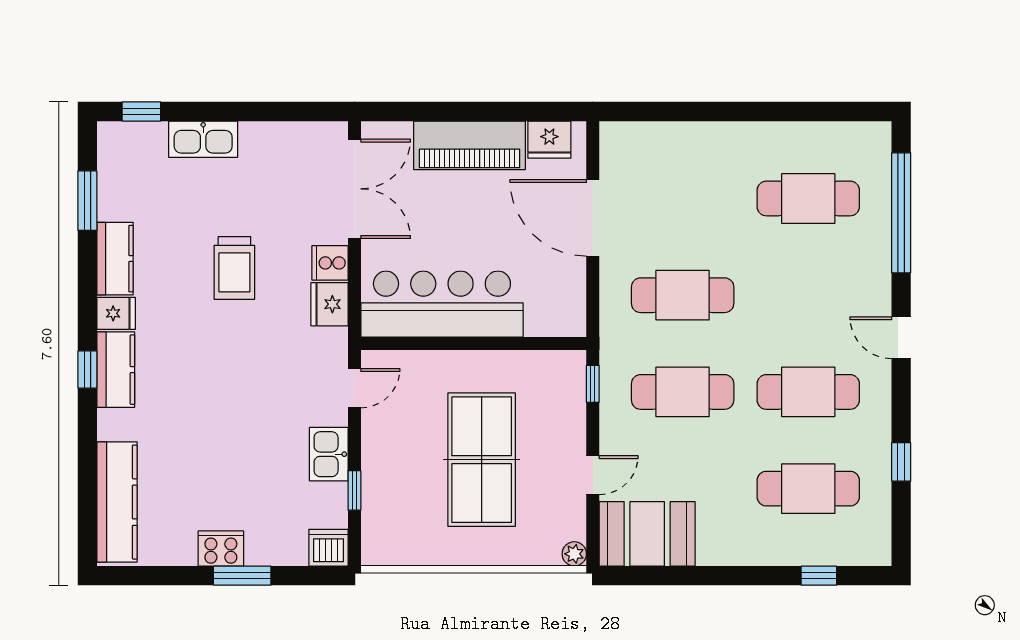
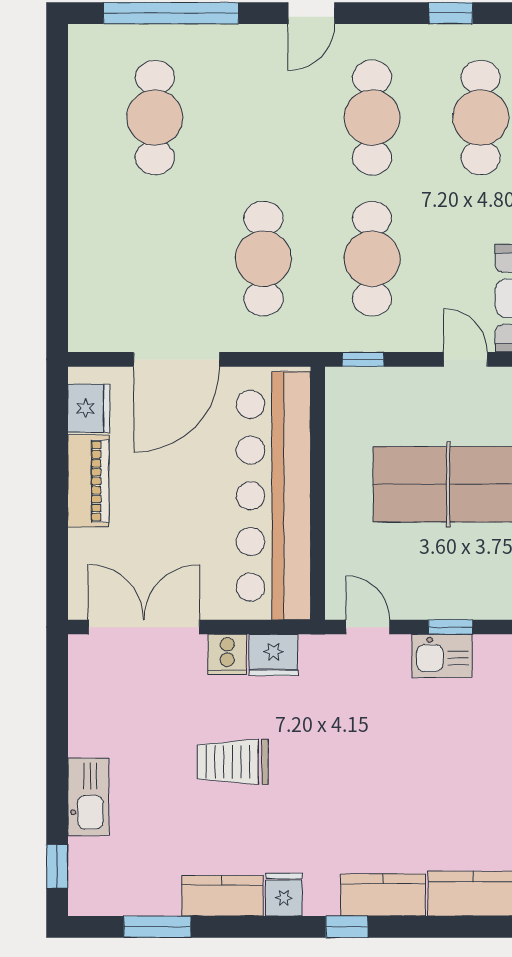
piano: (469, 145) -> (88, 481), width x0.73, depth x0.75
trolley: (234, 268) -> (233, 762), turned 180
bar counter: (442, 304) -> (273, 496), width x1.36
kitchen counter: (116, 370) -> (383, 895), moved
window: (354, 490) -> (450, 627), moved

